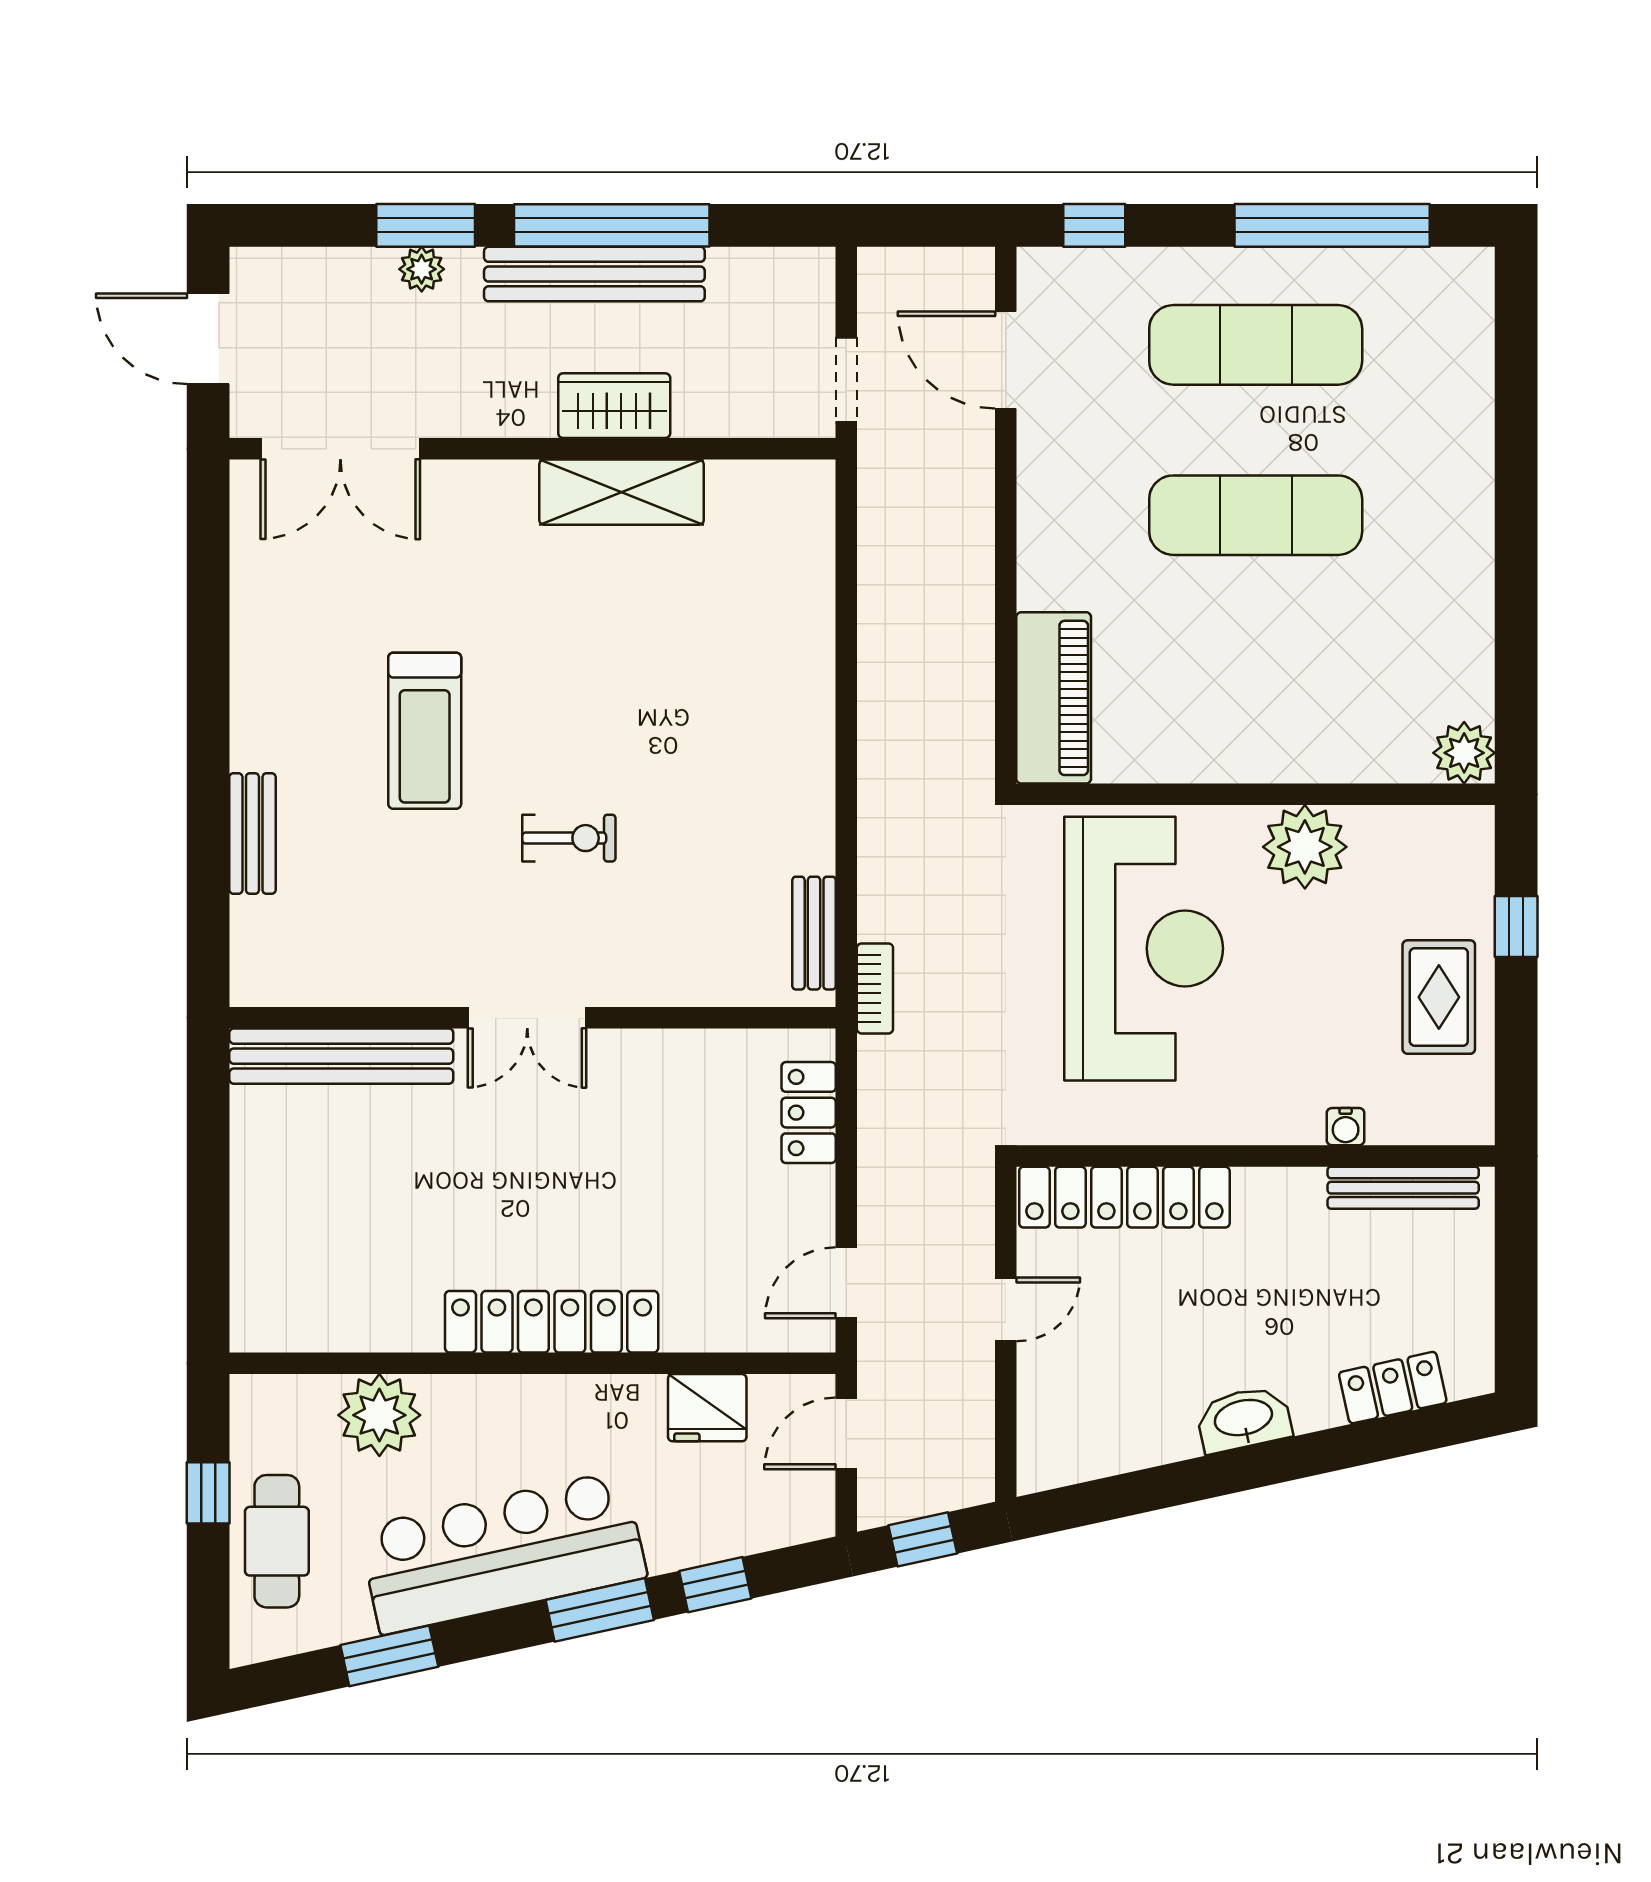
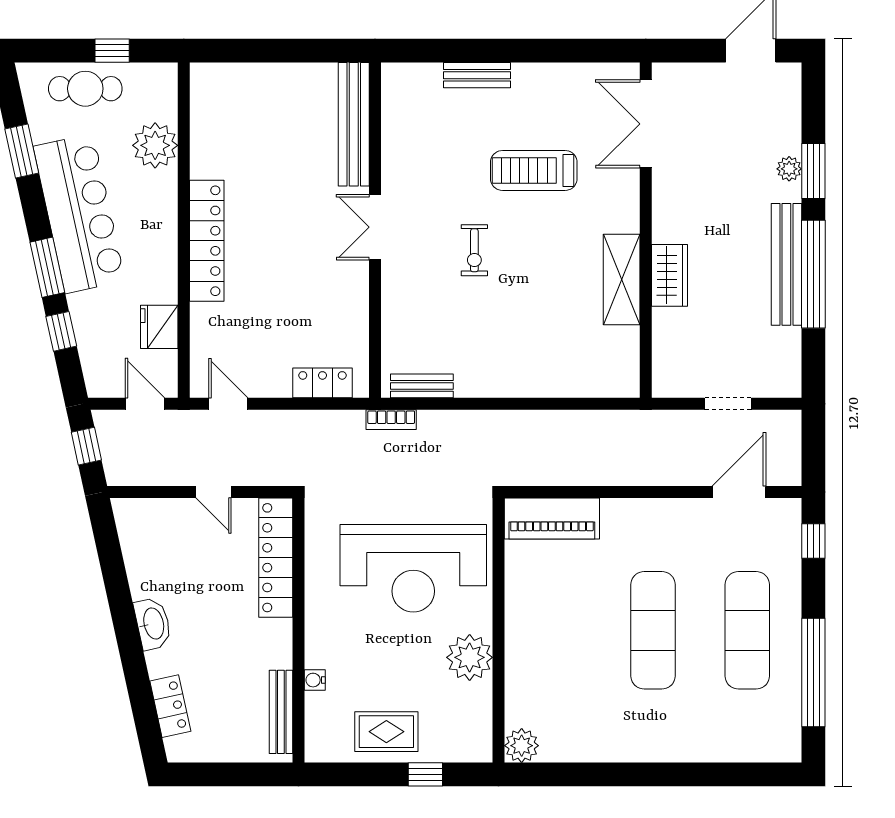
wardrobe: (614, 406) -> (670, 275), moved
double door: (340, 449) -> (646, 124), moved
wall: (533, 449) -> (646, 230), moved
shelving: (622, 492) -> (622, 279), moved

